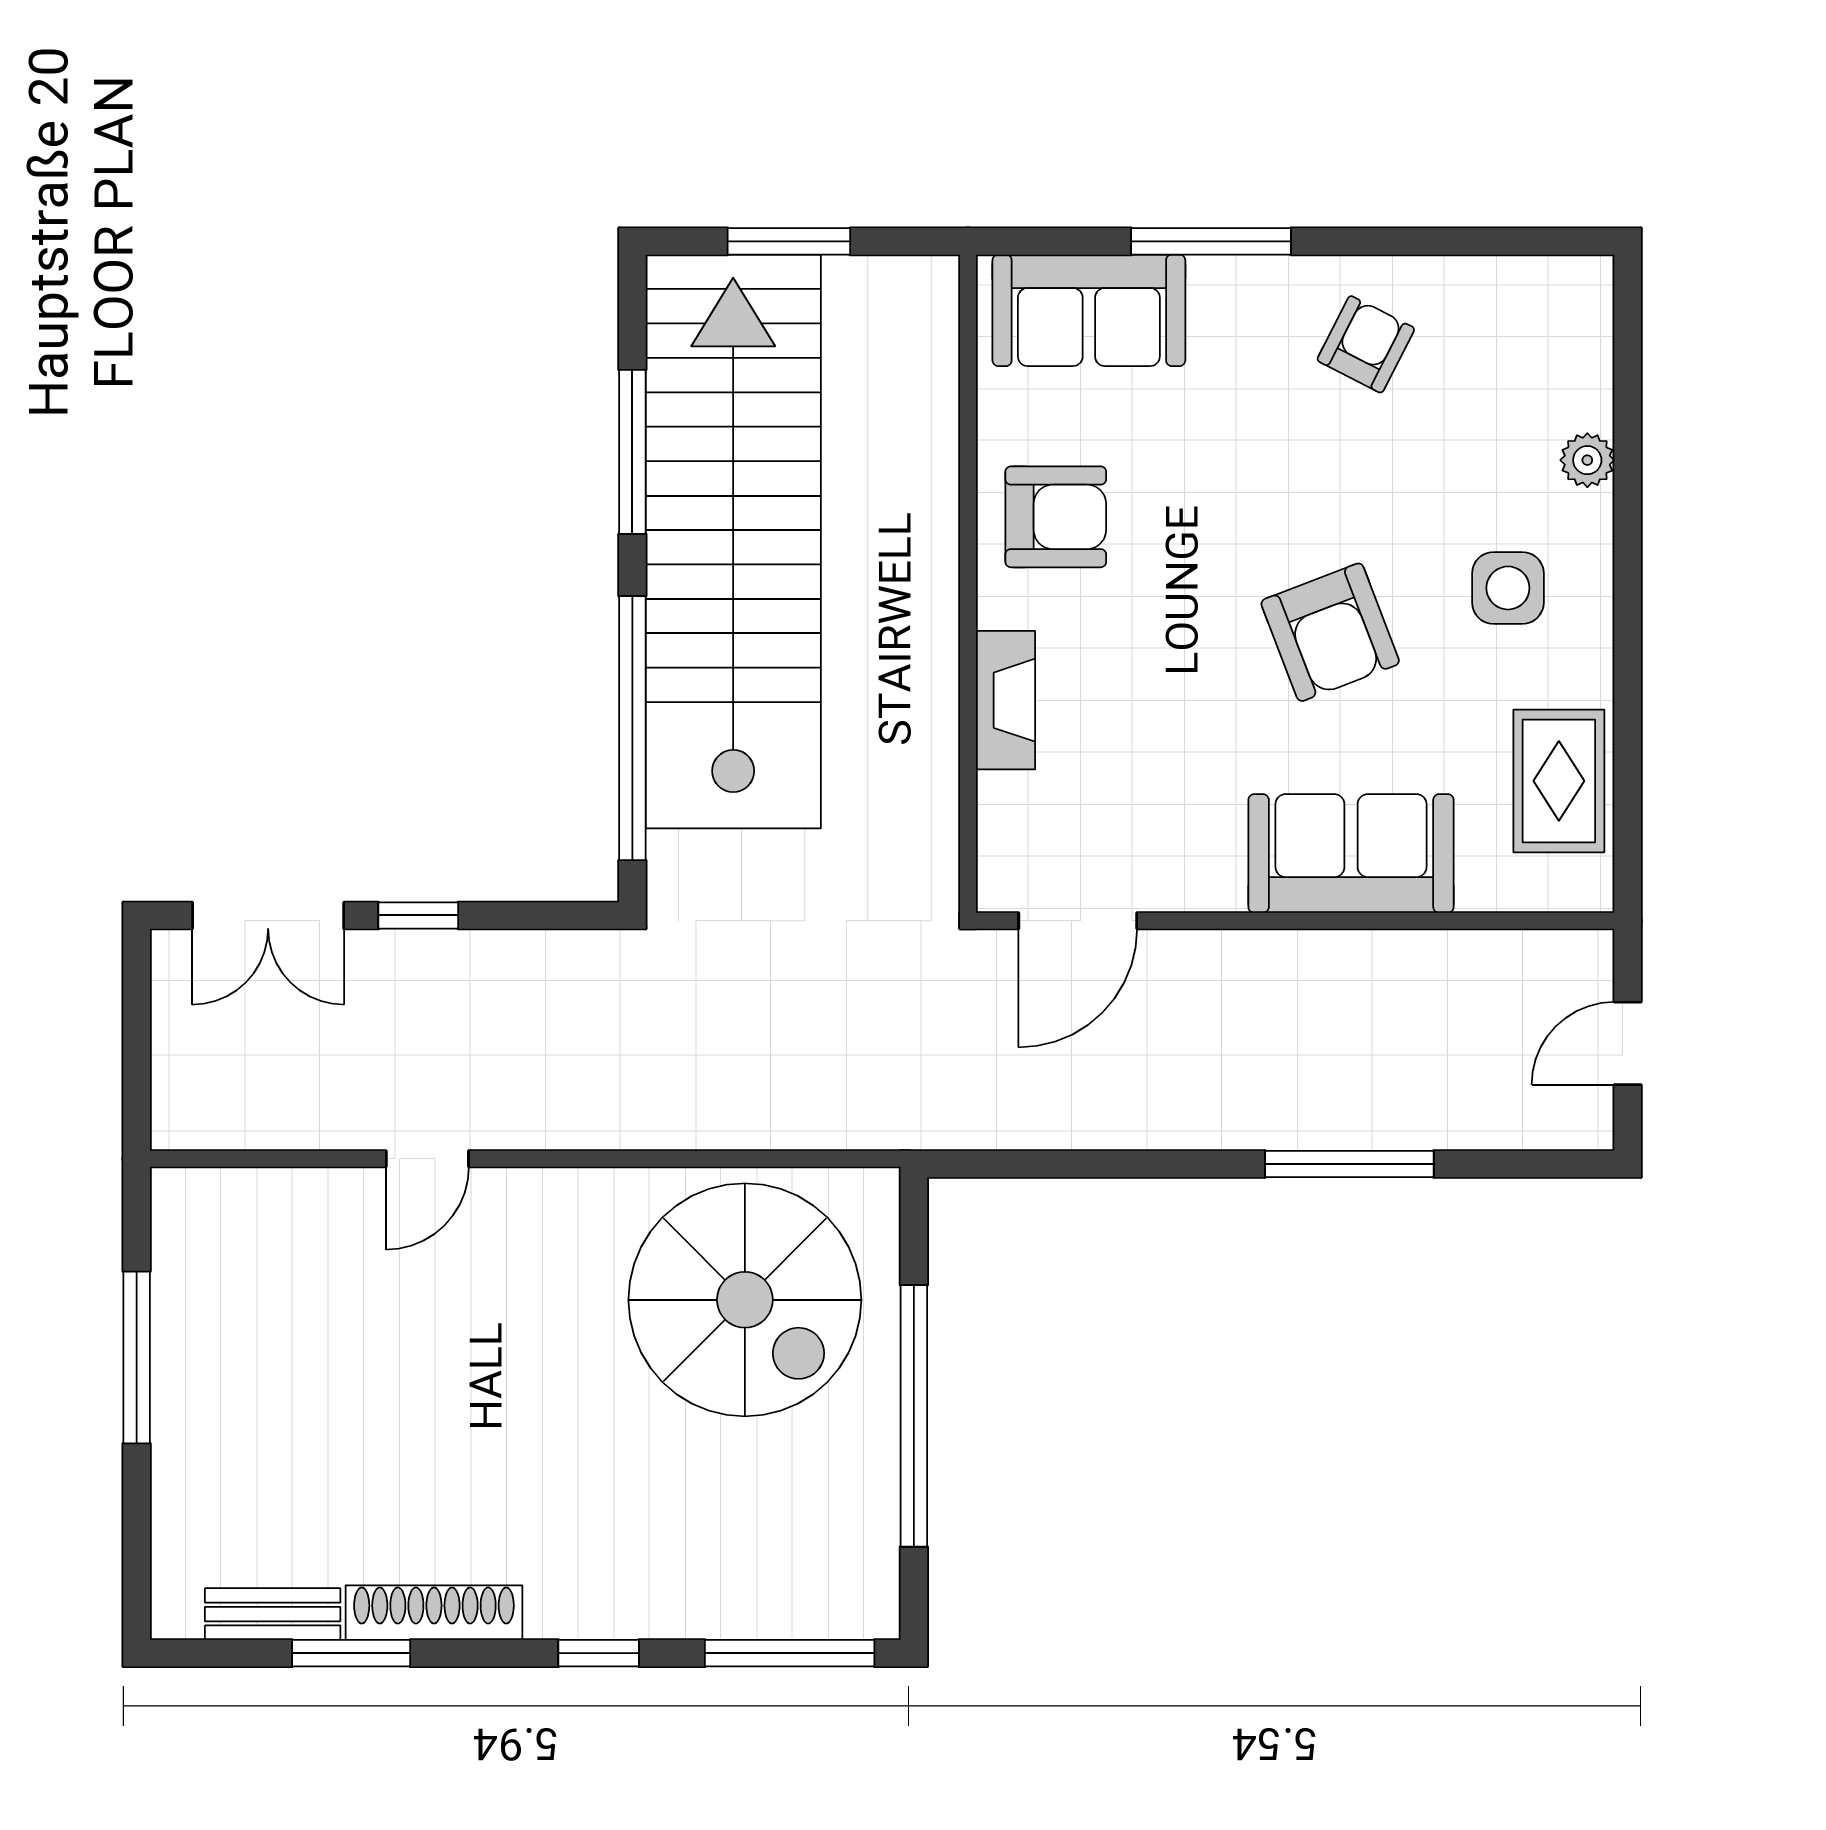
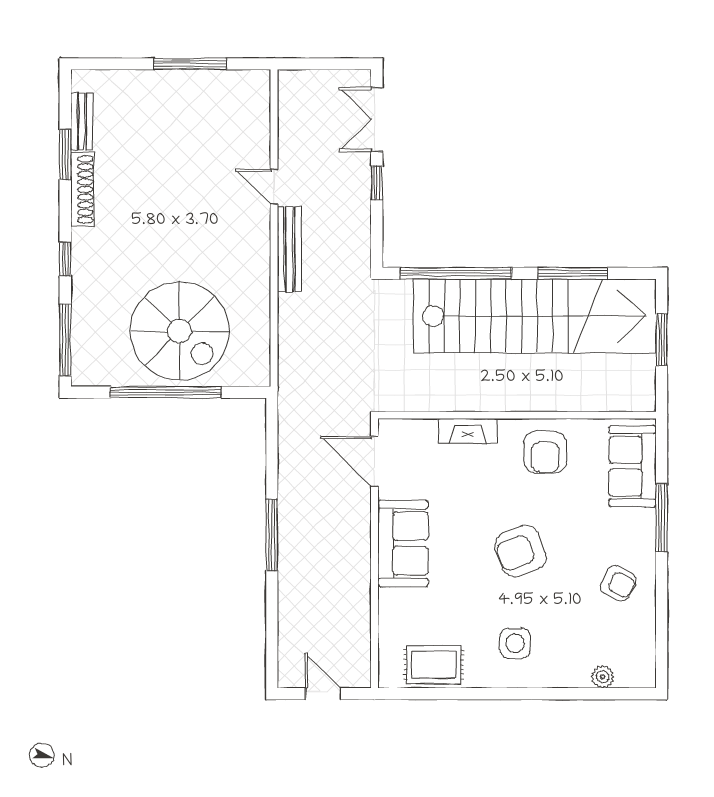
plant: (1587, 460) -> (603, 677), moved
armchair: (1330, 632) -> (520, 551), moved
sofa: (1351, 853) -> (403, 543), moved
bench: (575, 1123) -> (289, 249), added
window: (1349, 1164) -> (272, 535), moved
spiral stairs: (745, 1300) -> (180, 331), moved, turned -90

